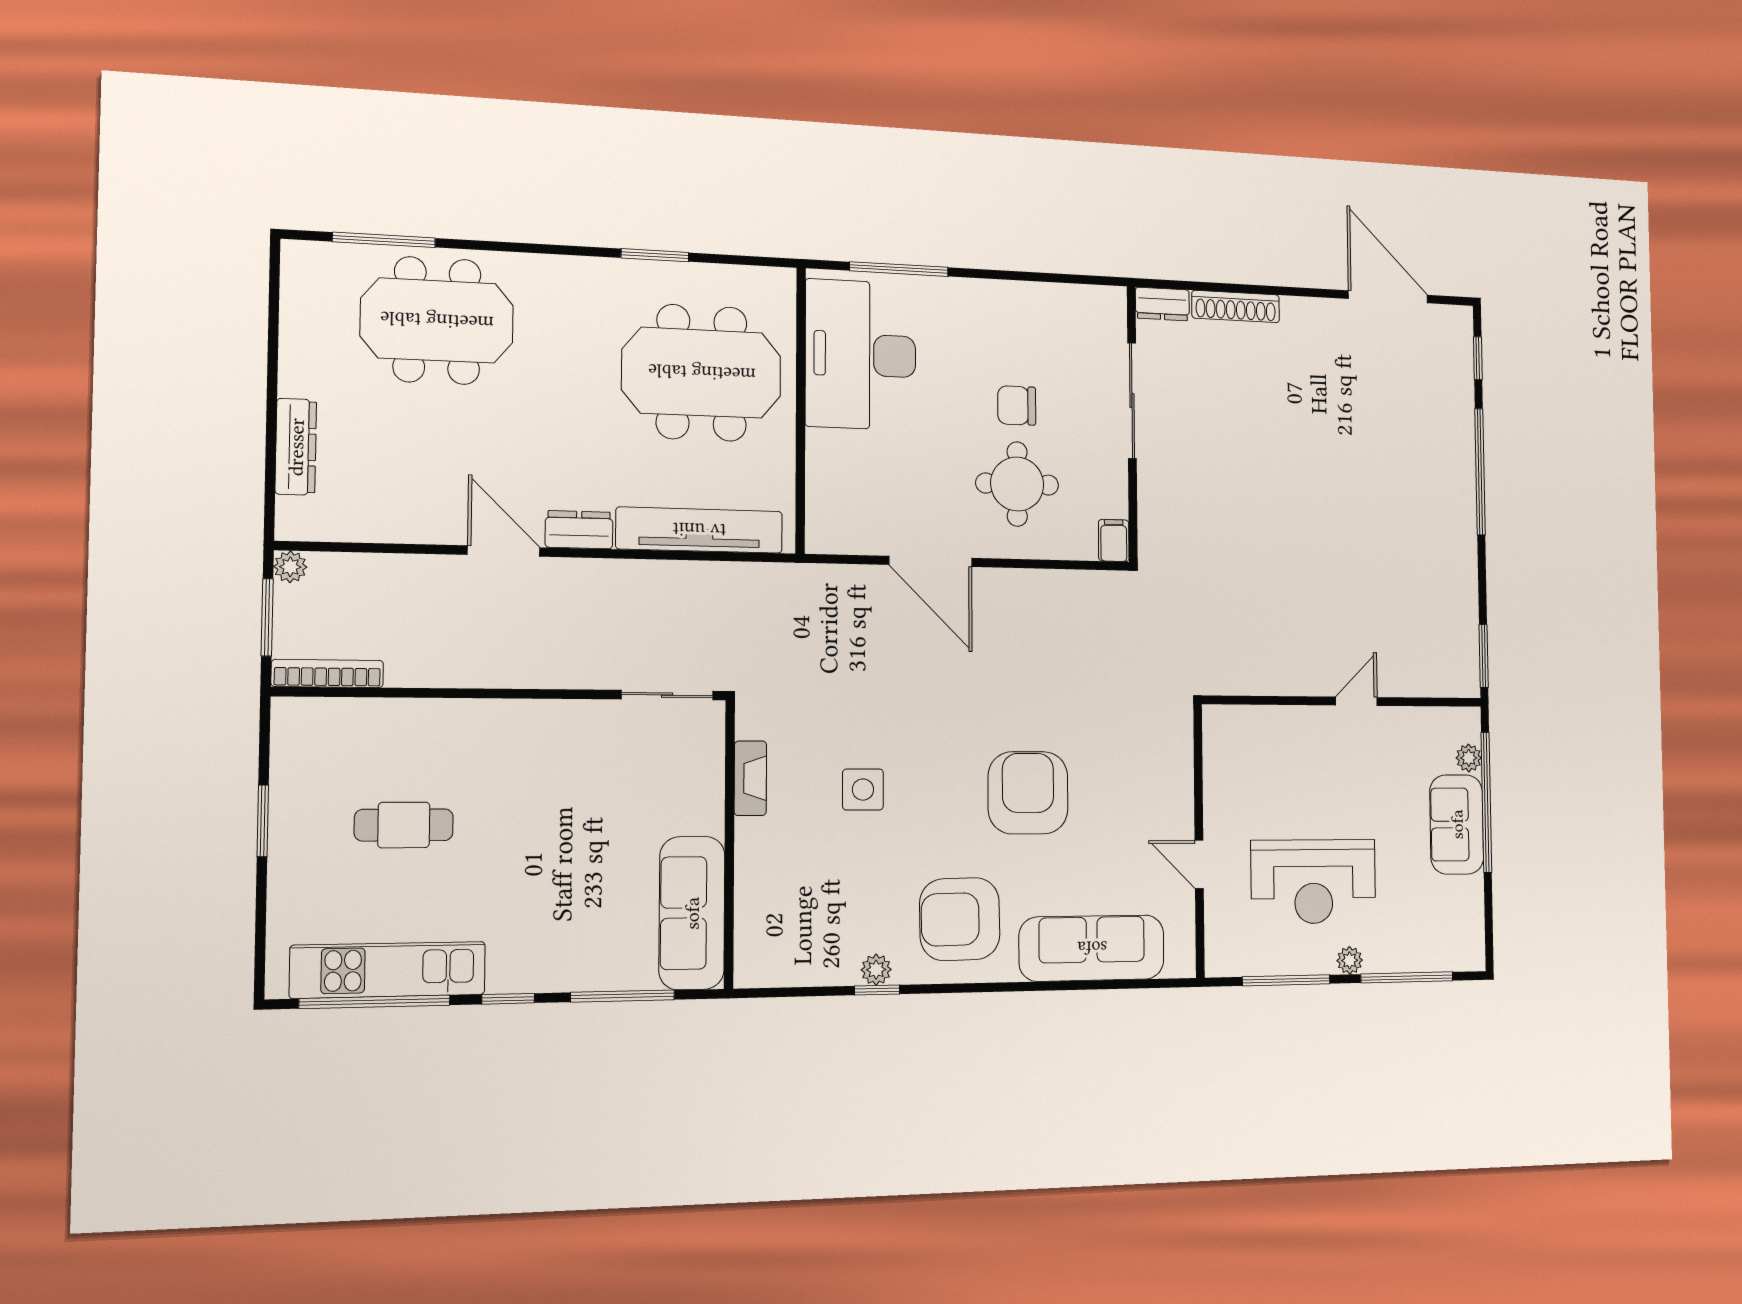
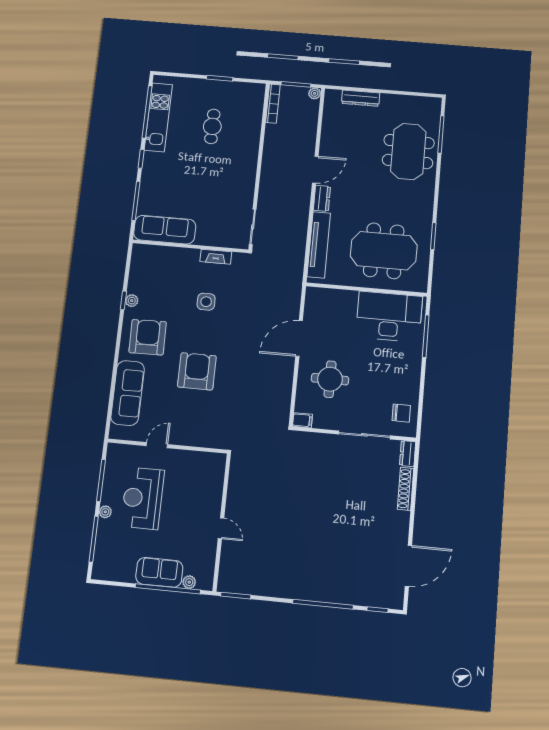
meeting table: (702, 373) -> (384, 251), turned 90
chair: (1017, 405) -> (401, 413), moved, turned 90
armchair: (1028, 793) -> (197, 371), turned -90

